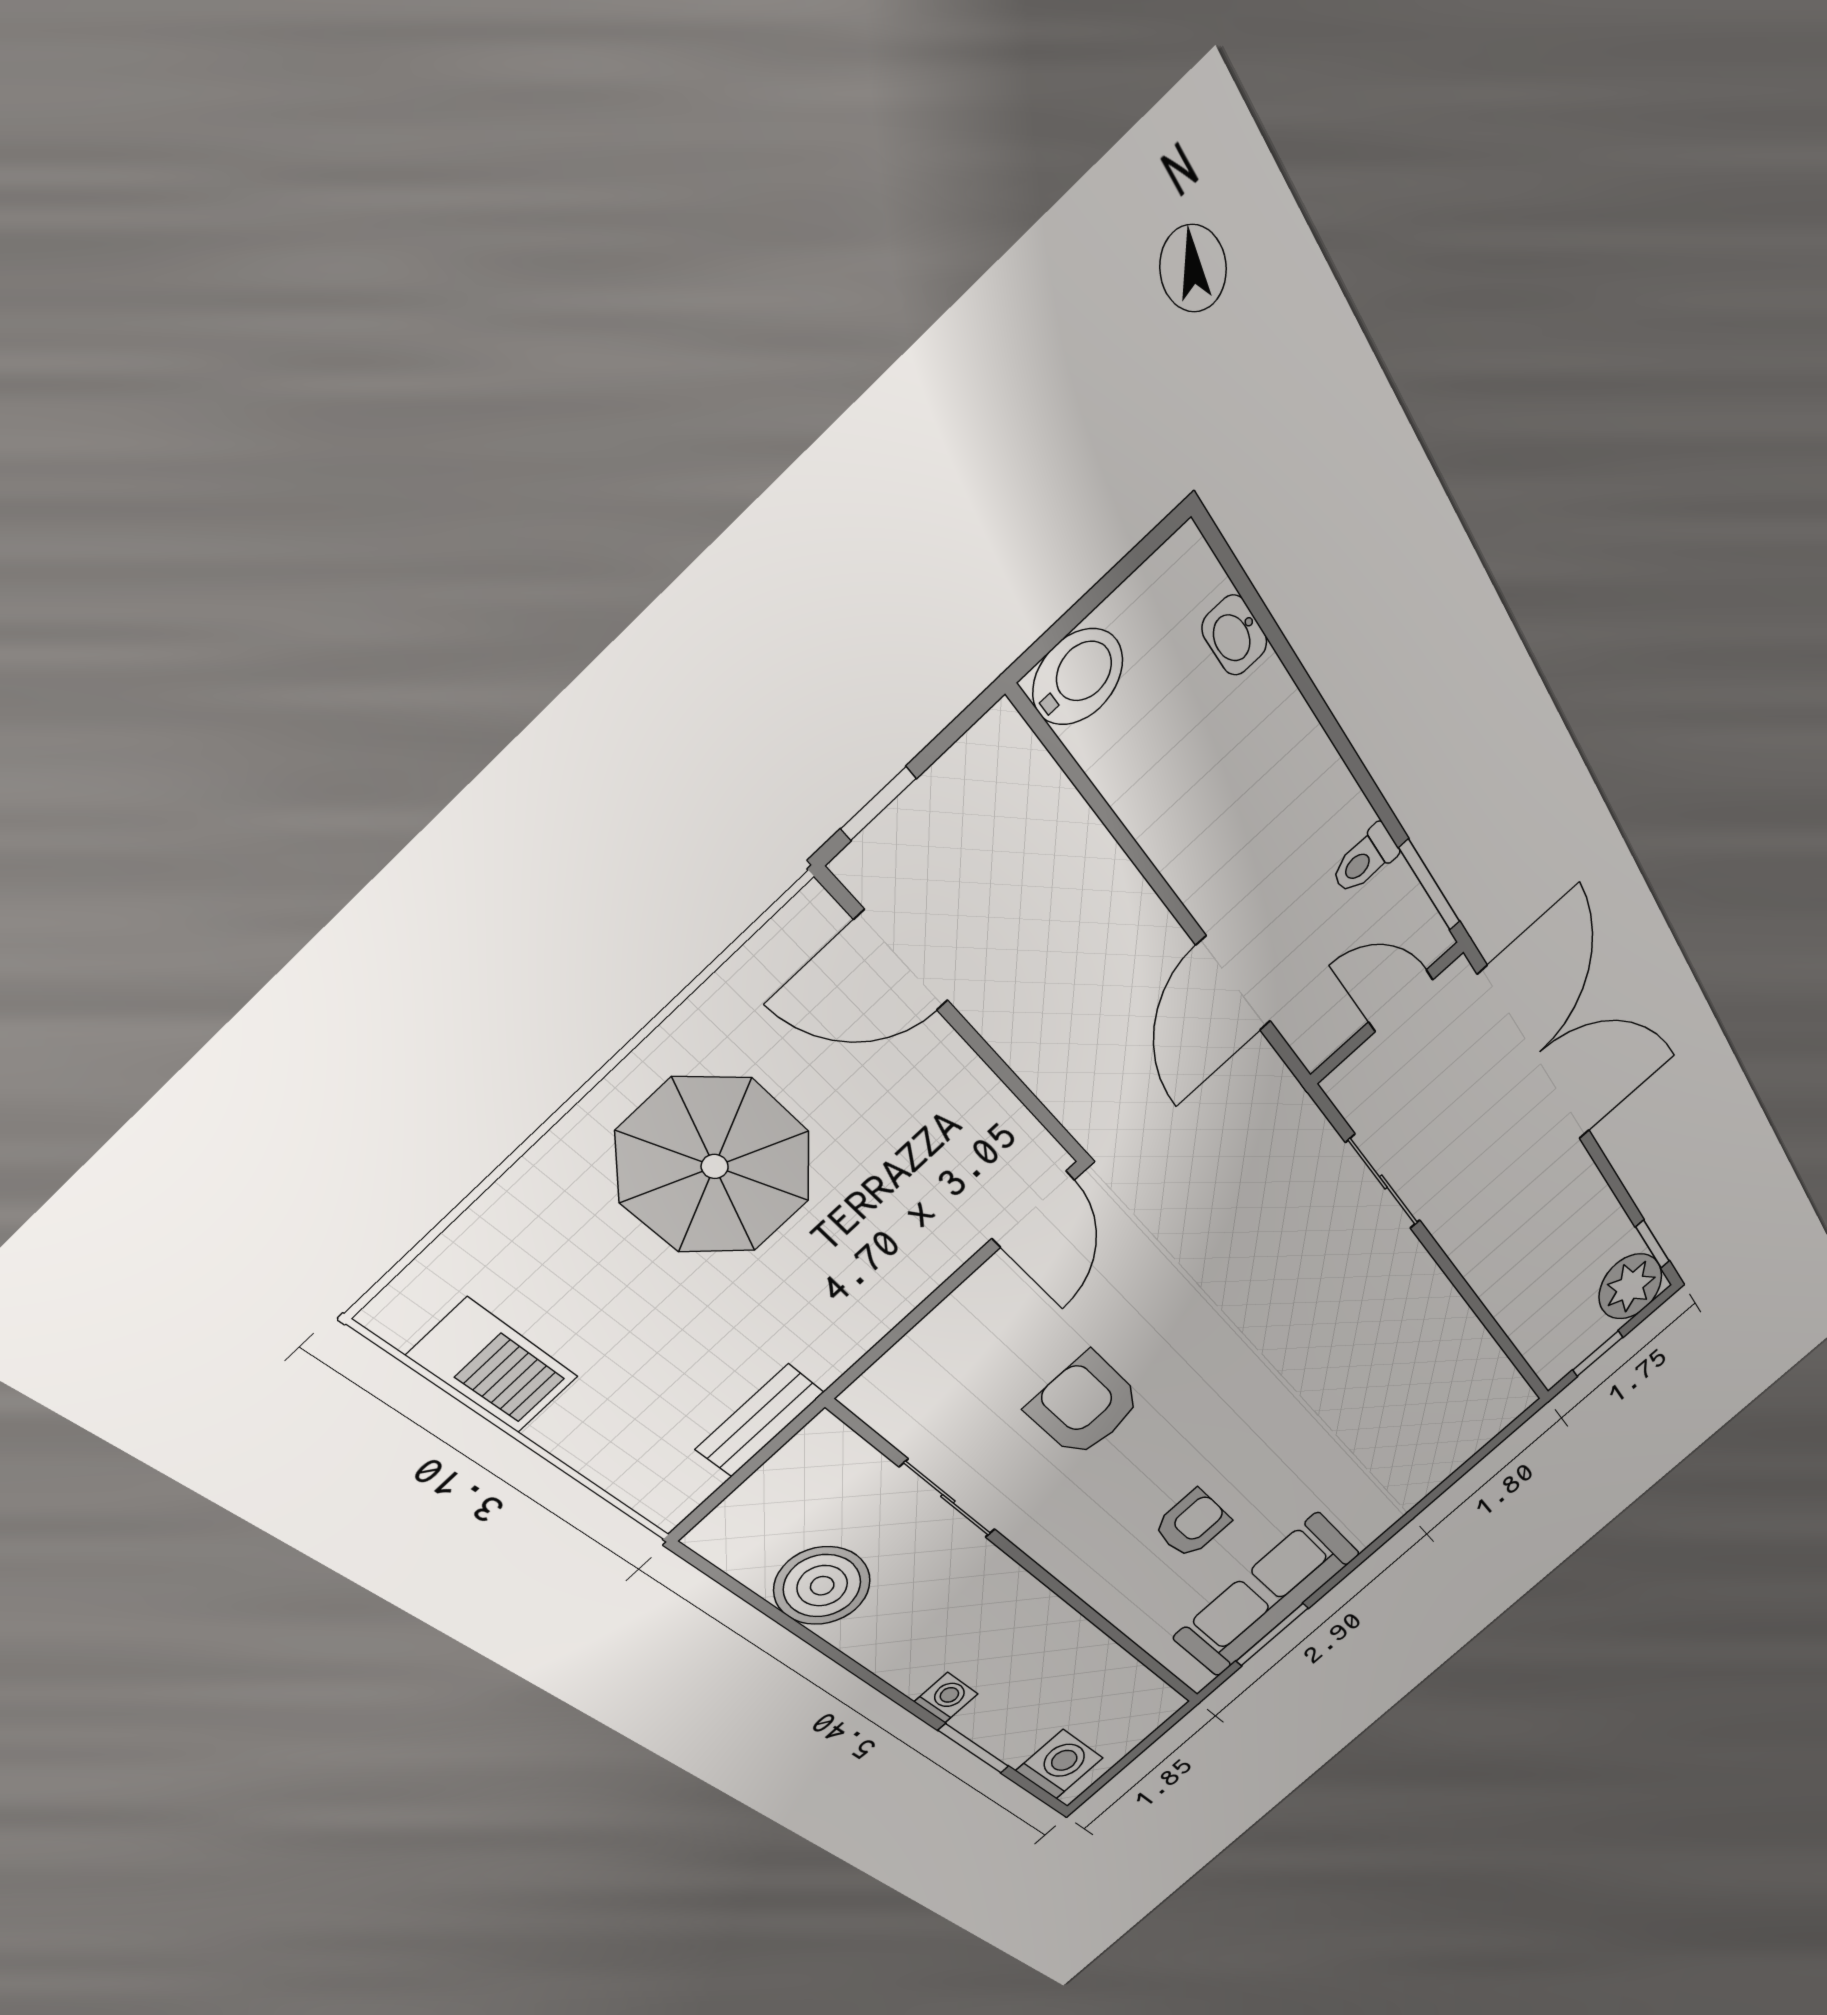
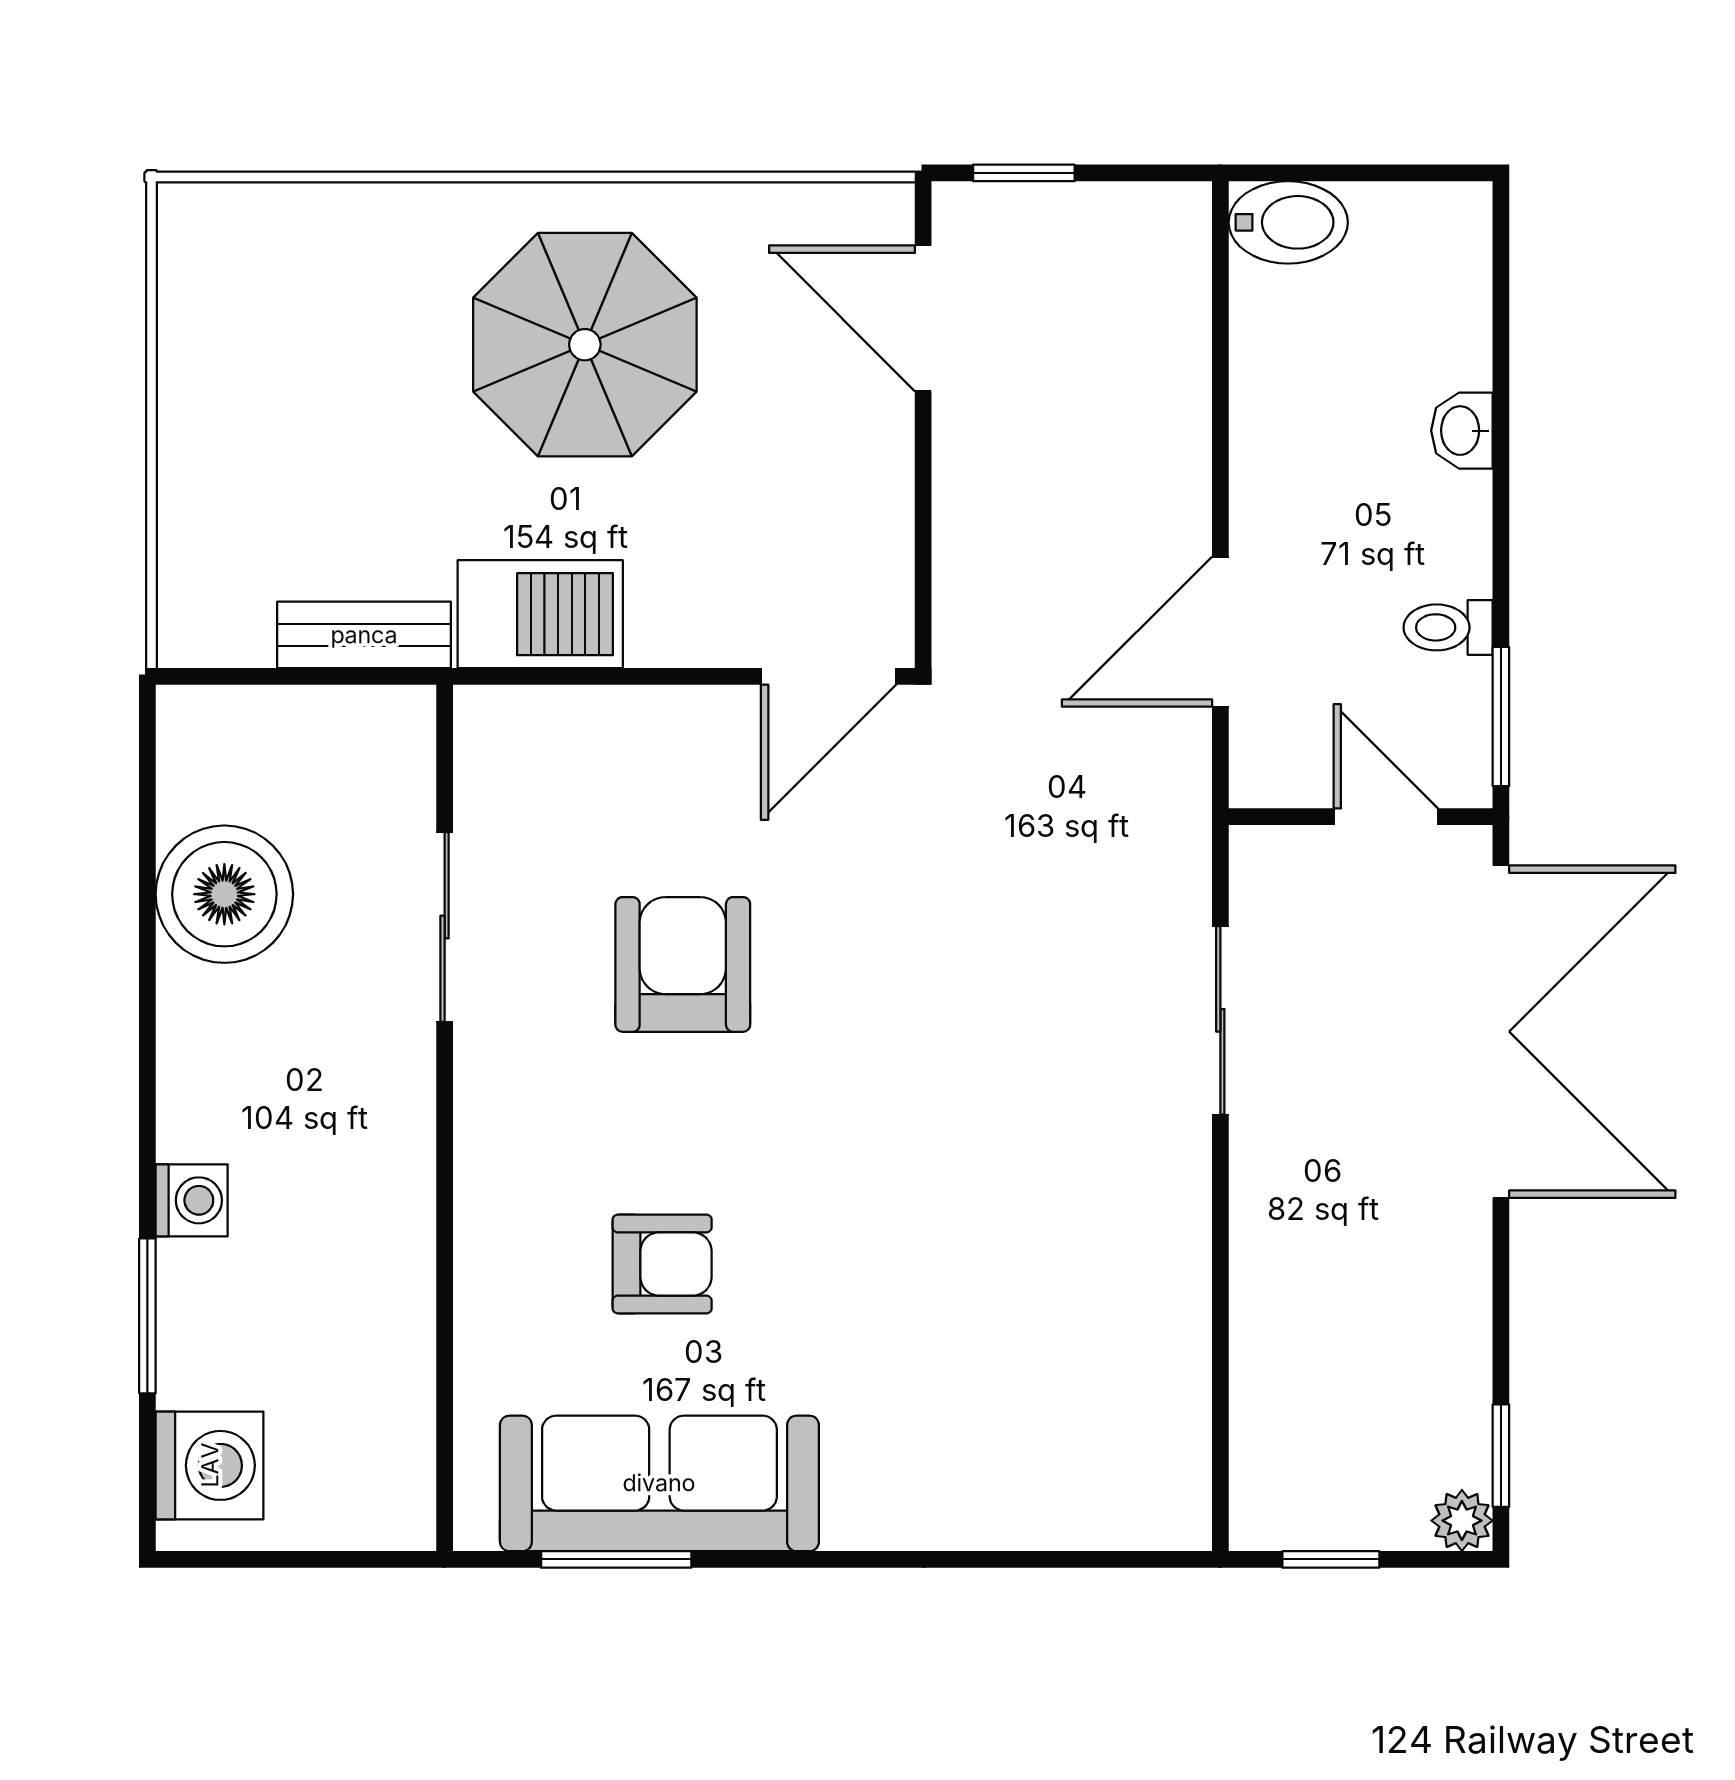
washbasin: (1234, 635) -> (1462, 431), moved
plant: (1630, 1286) -> (1462, 1521), width x0.53, depth x0.53
barbecue: (493, 1366) -> (540, 614), moved, turned -90

